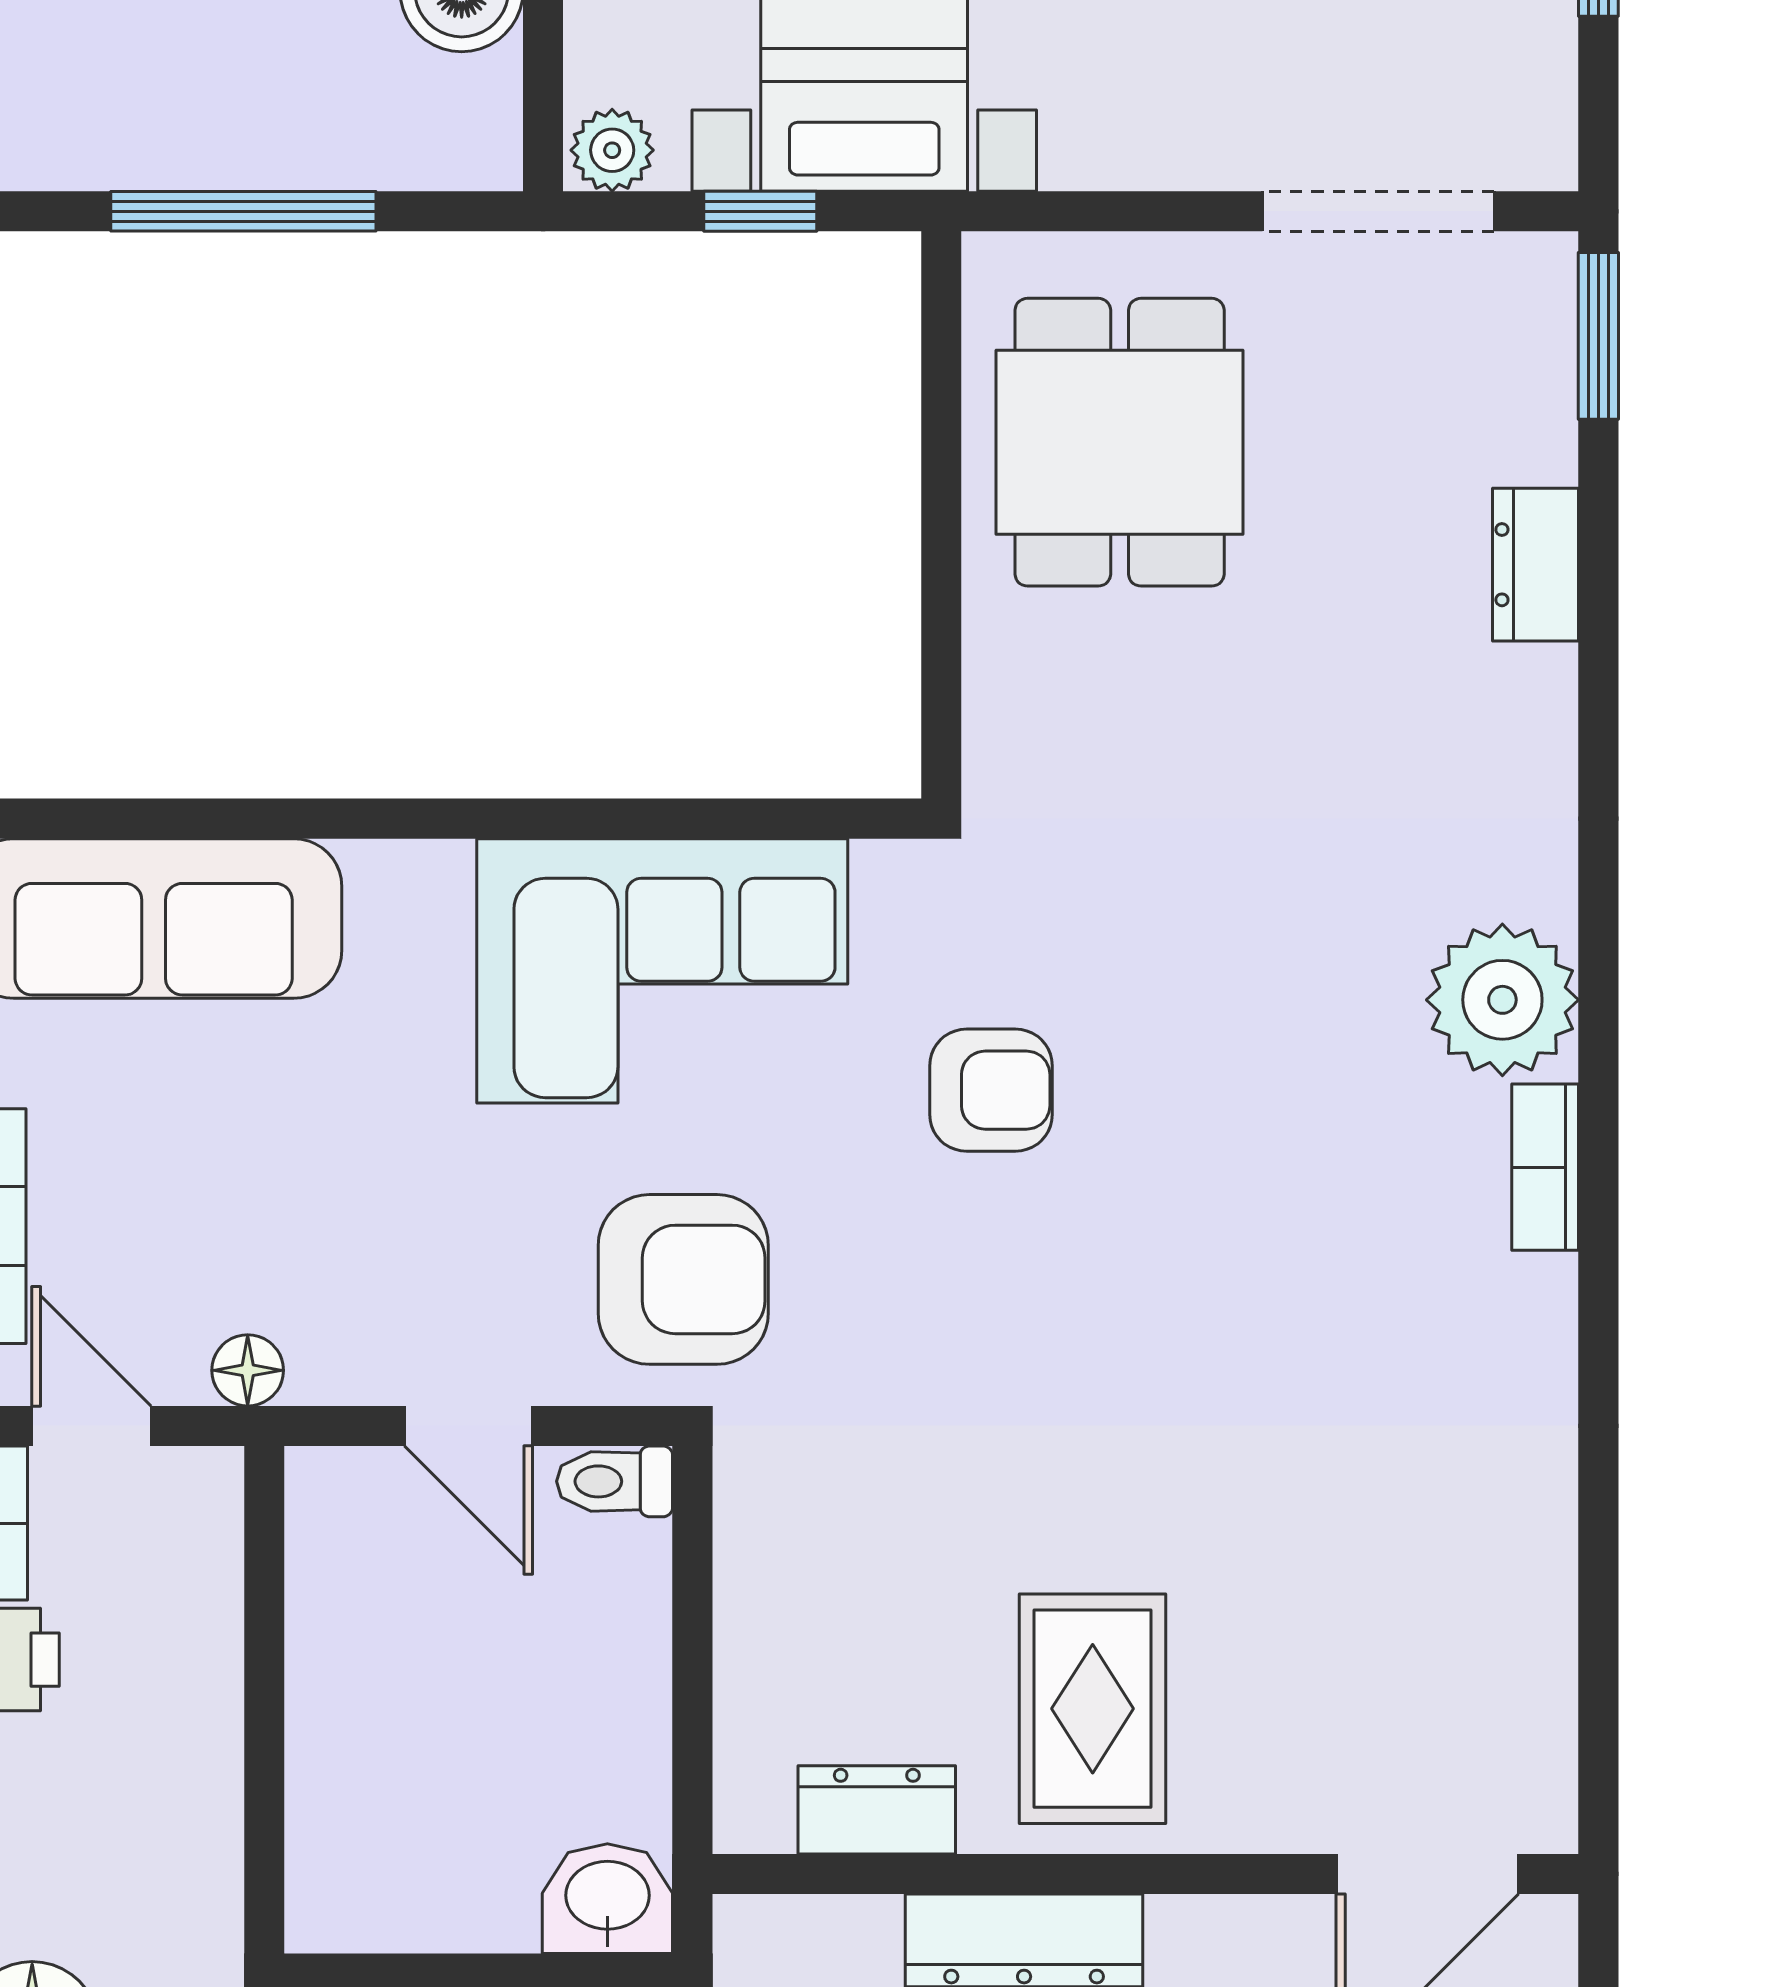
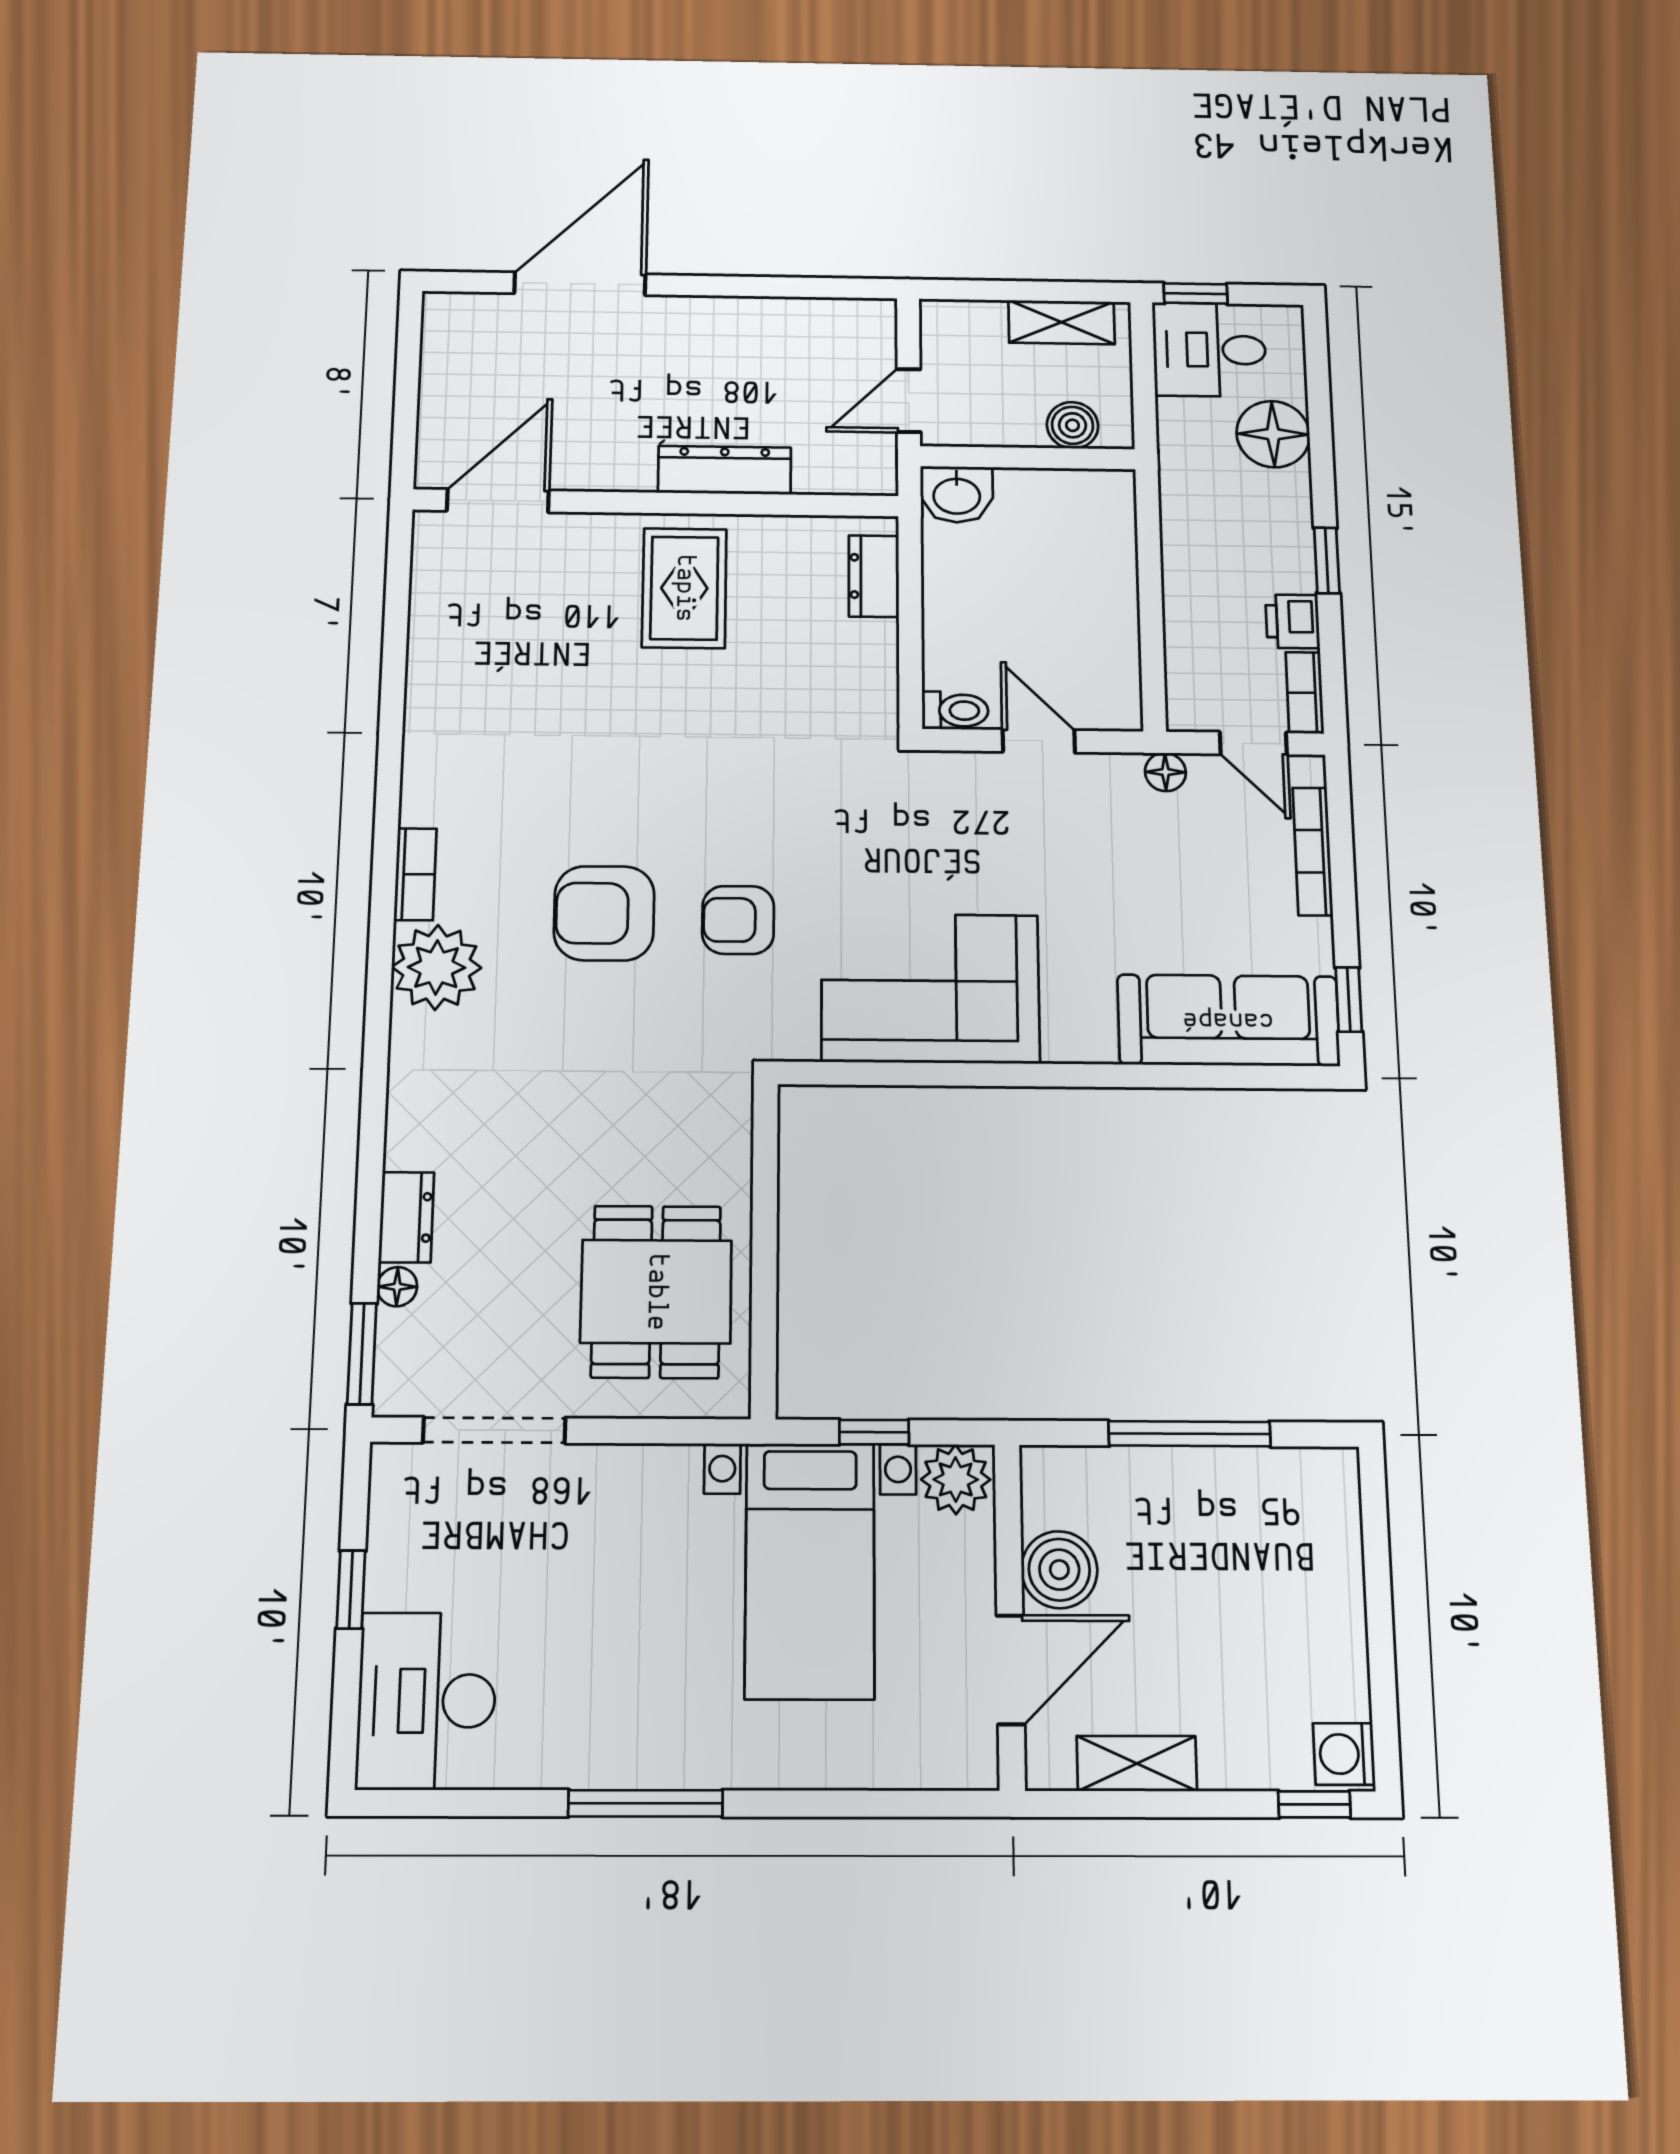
plant: (612, 150) -> (956, 1479), width x1.38, depth x1.38
floor lamp: (1546, 447) -> (397, 1287), added
armchair: (683, 1279) -> (604, 913), moved
dresser: (877, 1810) -> (874, 576), moved, turned 90

